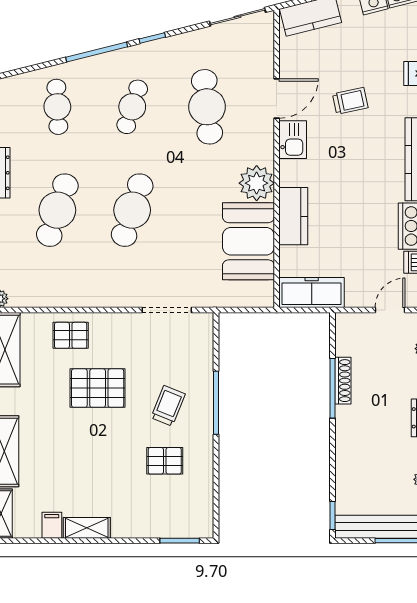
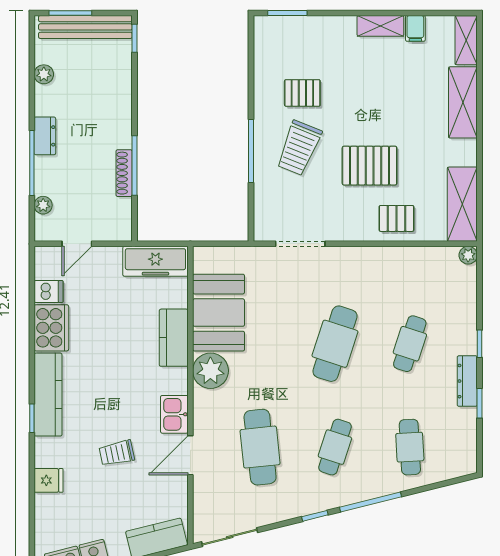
cafe table: (57, 210) -> (410, 344), width x0.73, depth x0.74
trolley: (168, 406) -> (299, 148), width x1.36, depth x1.39

